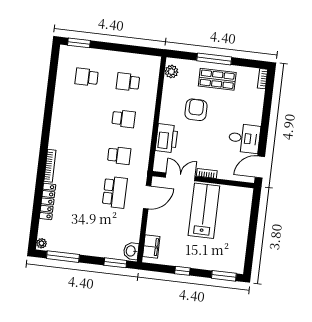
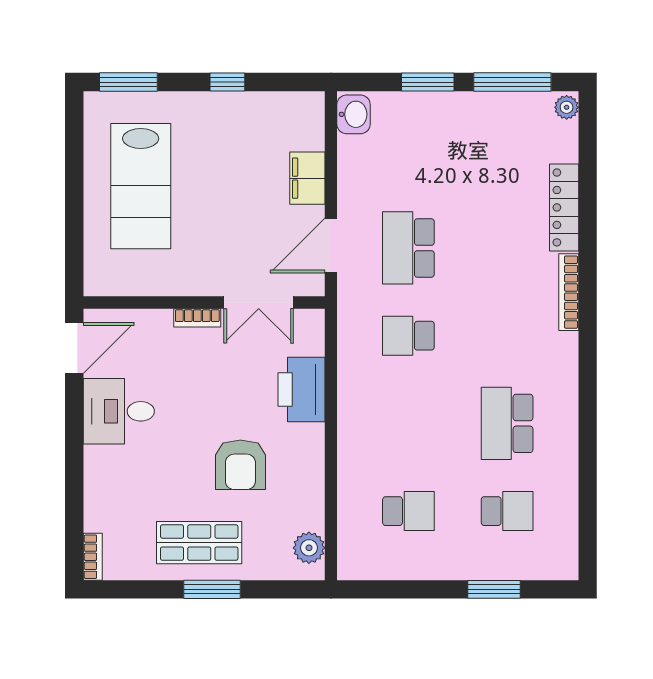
window: (79, 43) -> (494, 589), moved
window: (214, 59) -> (212, 589), width x0.69
school desk: (124, 119) -> (507, 423), moved, width x1.85
lab bench: (204, 211) -> (141, 186), moved
filing cabinet: (151, 246) -> (307, 178), moved
window: (115, 263) -> (428, 82), moved

